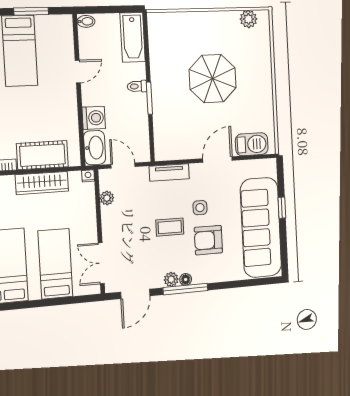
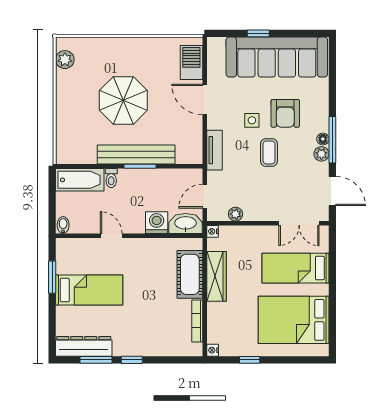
toilet: (137, 86) -> (111, 178), moved
bench: (161, 94) -> (136, 155), added

